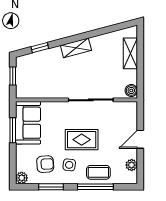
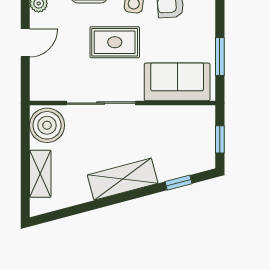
shelving: (76, 48) -> (123, 179), width x1.50, depth x1.33
boiler: (131, 90) -> (47, 125), width x1.86, depth x1.86
sofa: (28, 123) -> (177, 82), moved, turned 90

